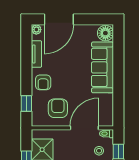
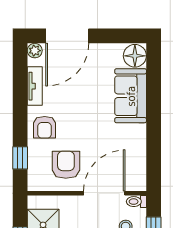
sofa: (102, 67) -> (131, 96), width x0.73

